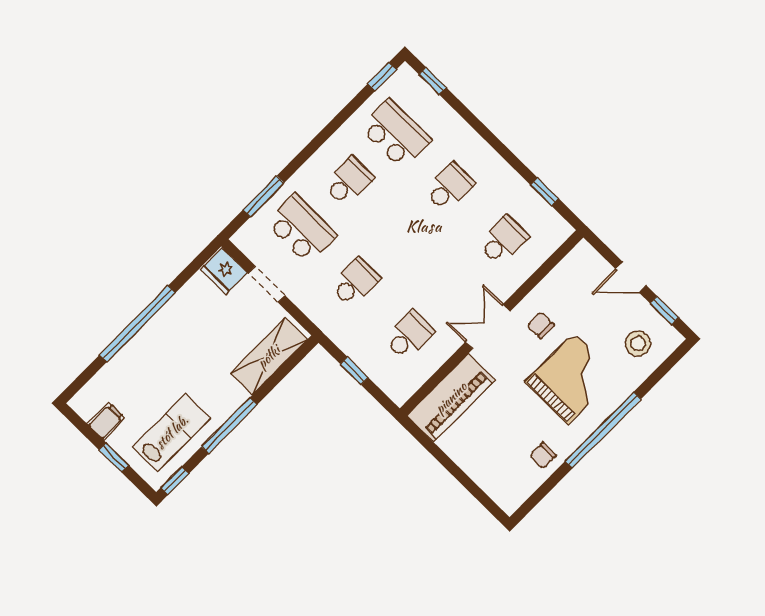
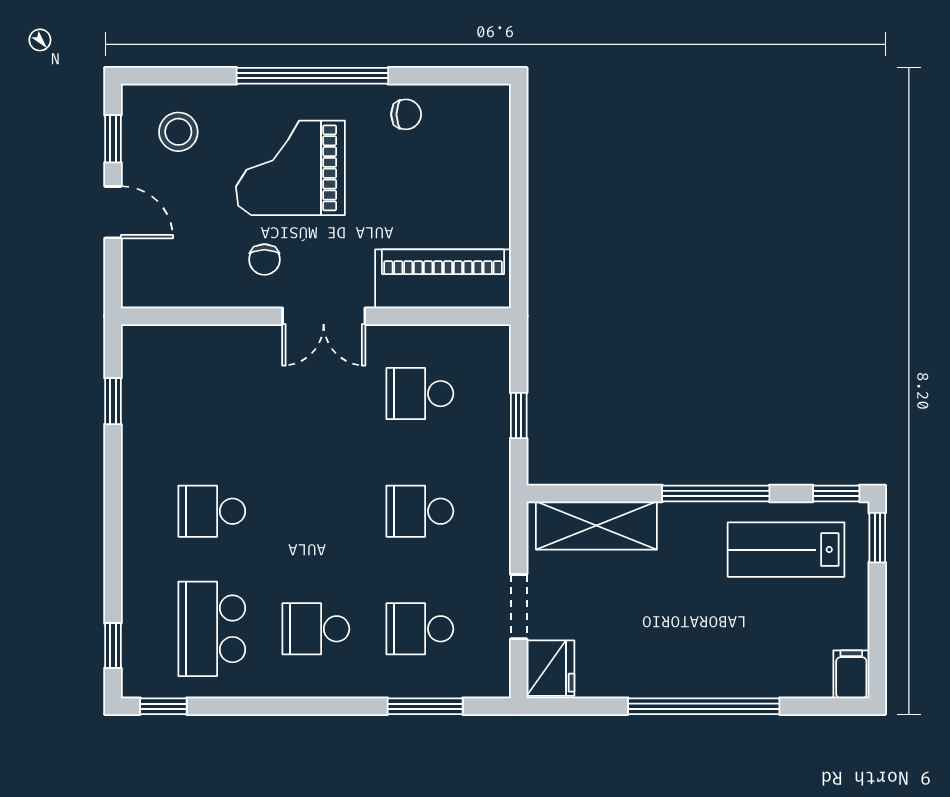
school desk: (301, 229) -> (420, 629), width x0.54
school desk: (503, 240) -> (212, 394), removed
filing cabinet: (106, 421) -> (851, 674), moved, turned 90
window: (114, 457) -> (877, 538), moved

